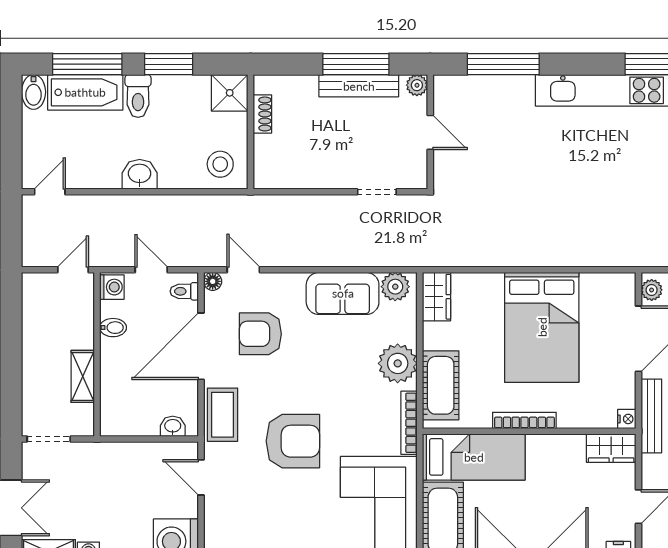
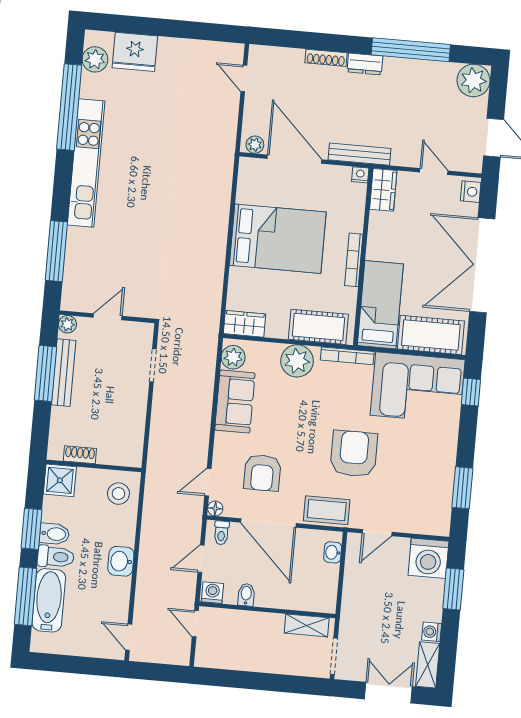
bidet: (34, 92) -> (54, 534), moved
shelving: (83, 376) -> (307, 625), moved

